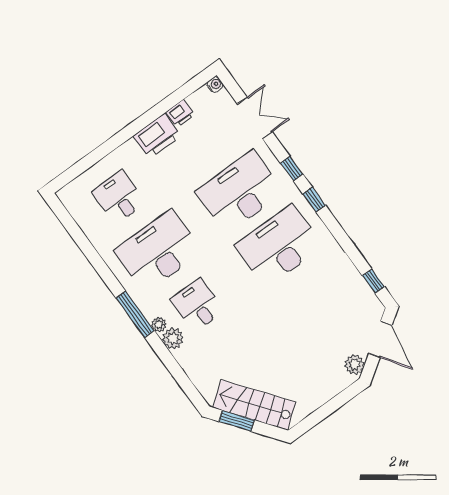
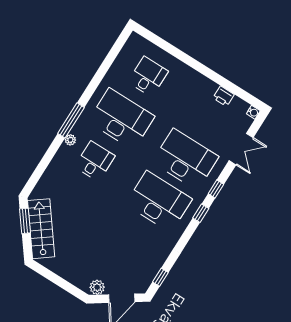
printer: (157, 136) -> (201, 86), removed
plant: (173, 339) -> (65, 154), removed

